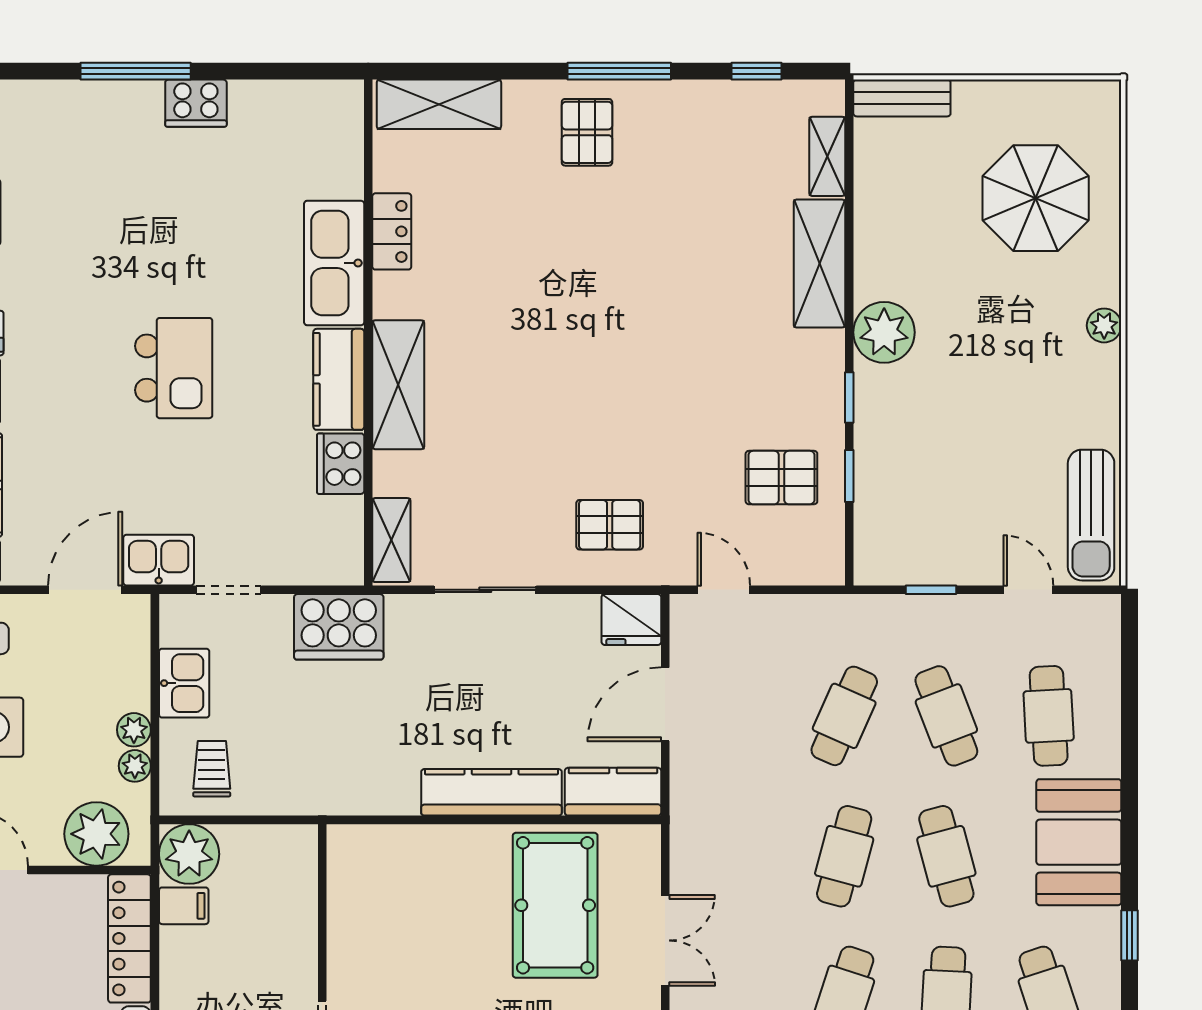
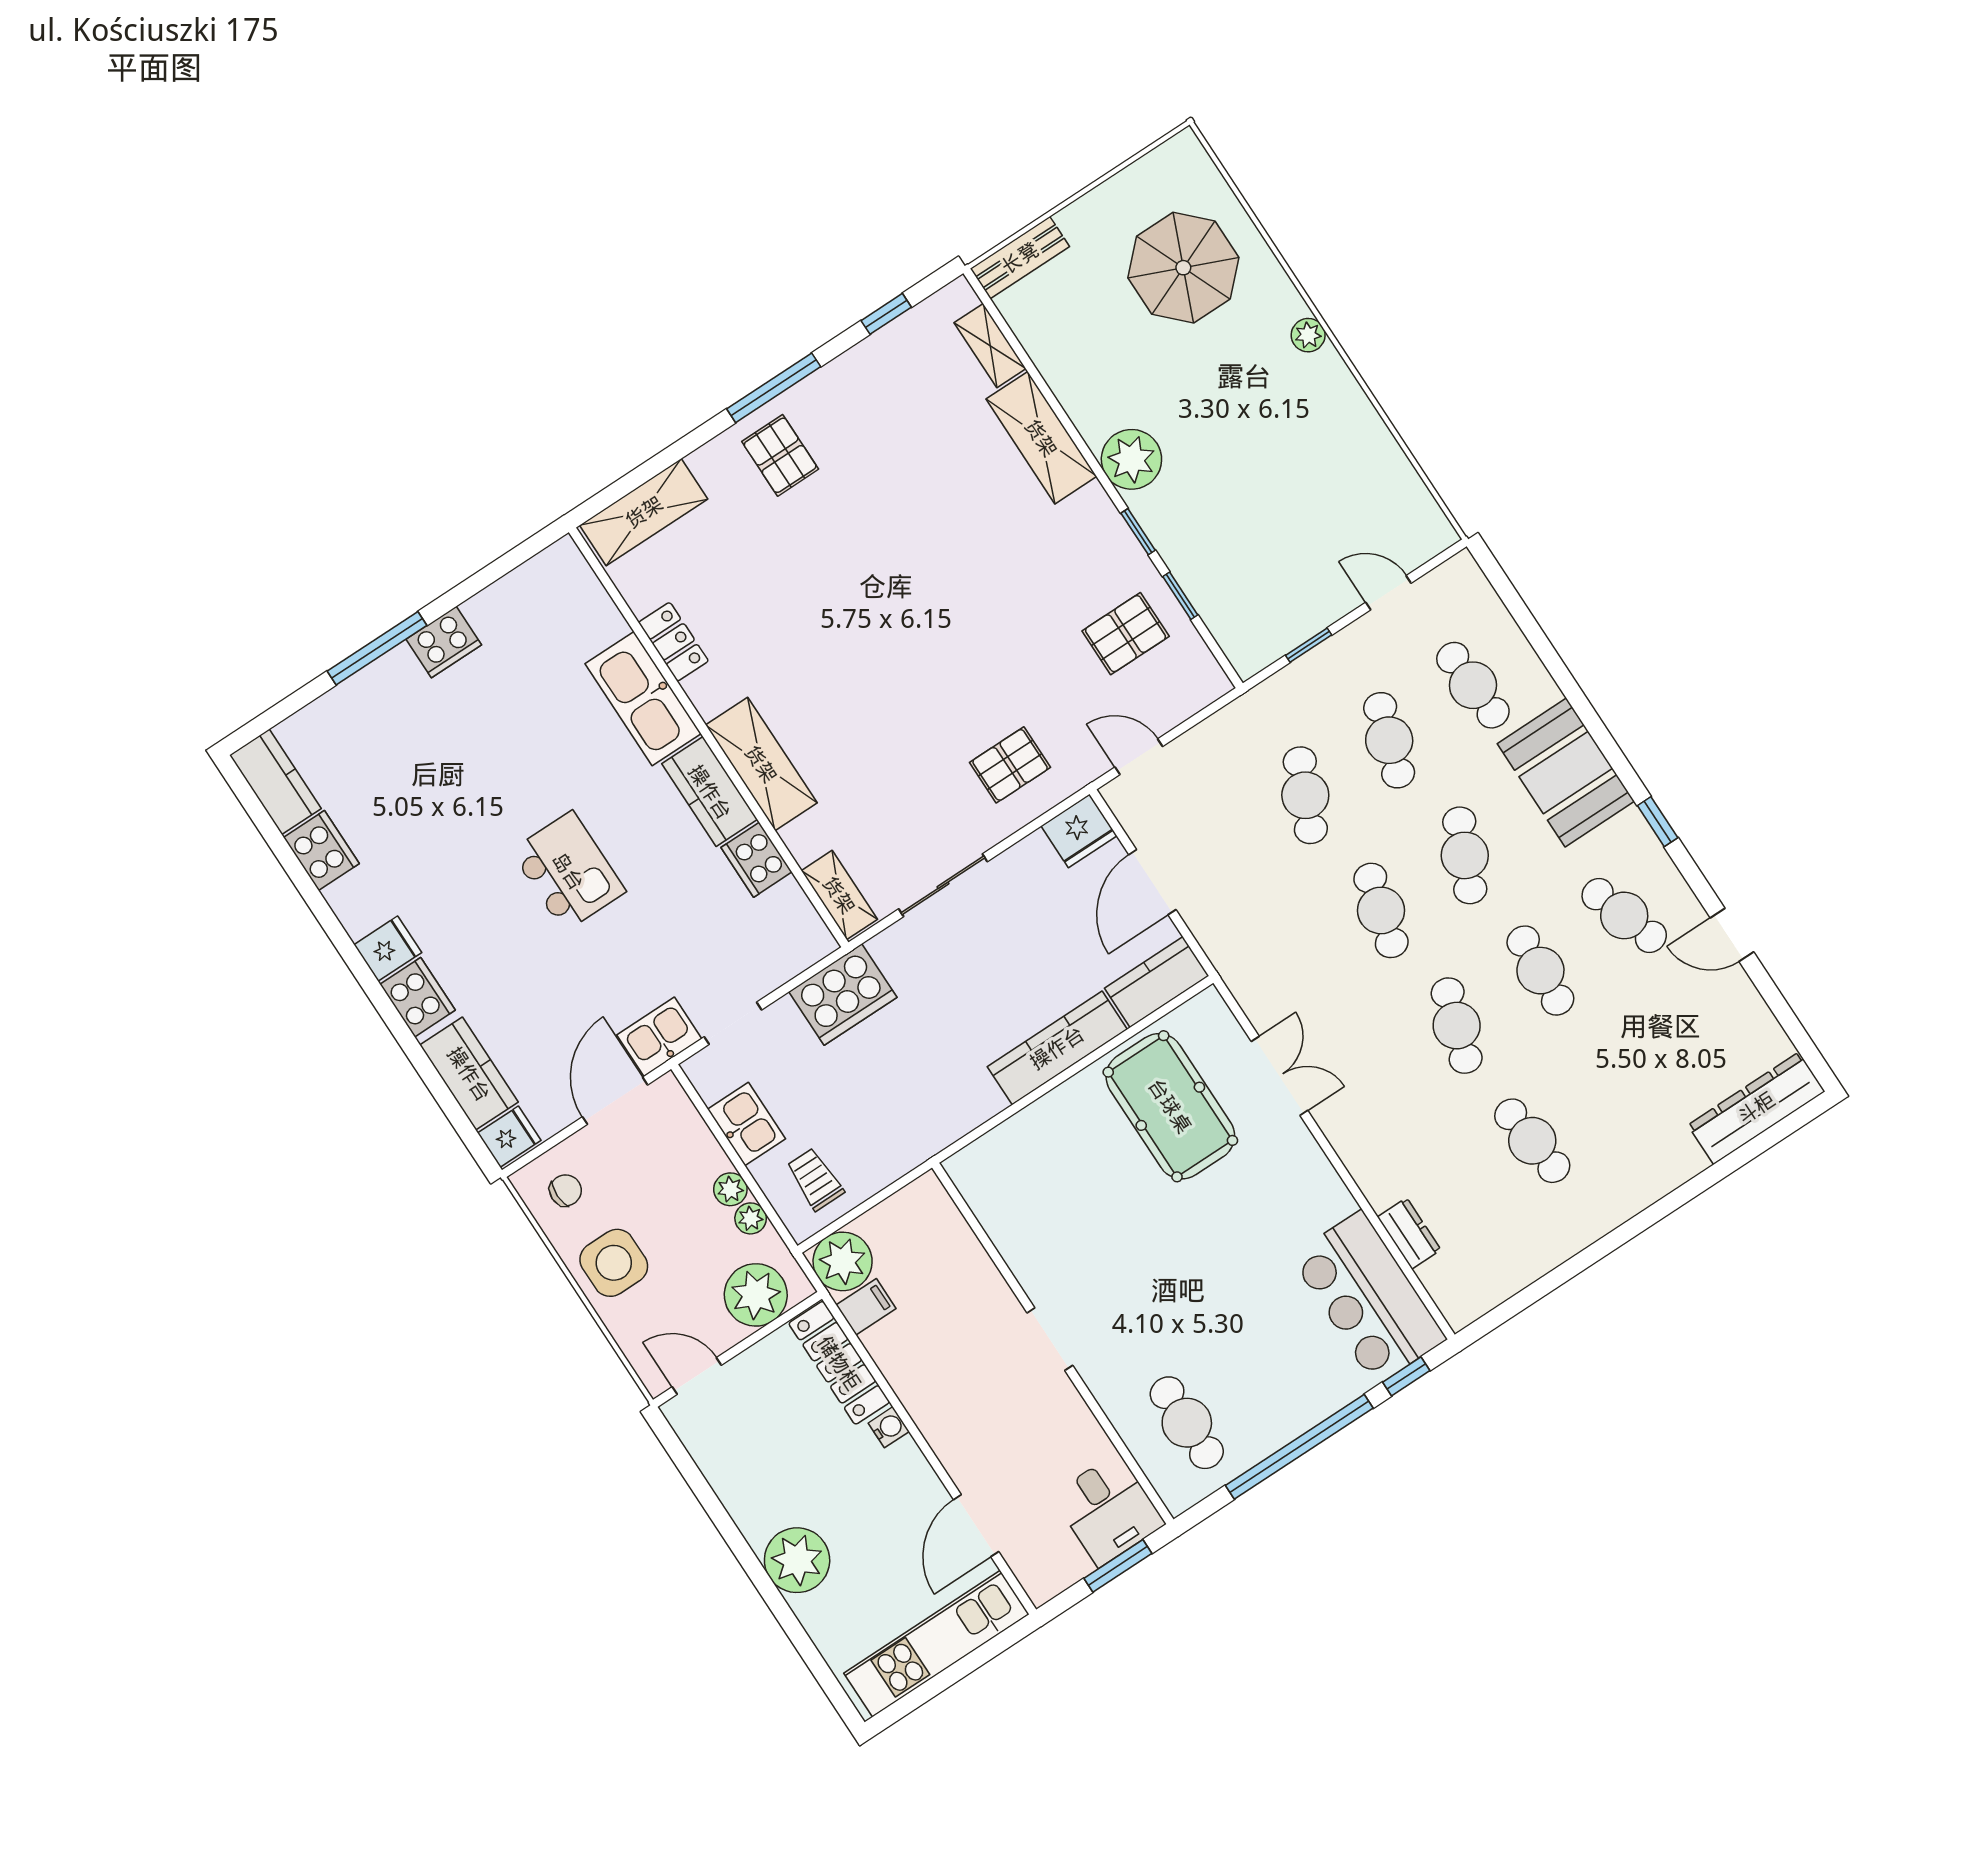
sun lounger: (1091, 515) -> (1400, 498), removed
cafe table: (946, 716) -> (1389, 740), turned 39
cafe table: (946, 856) -> (1465, 855), turned 39

